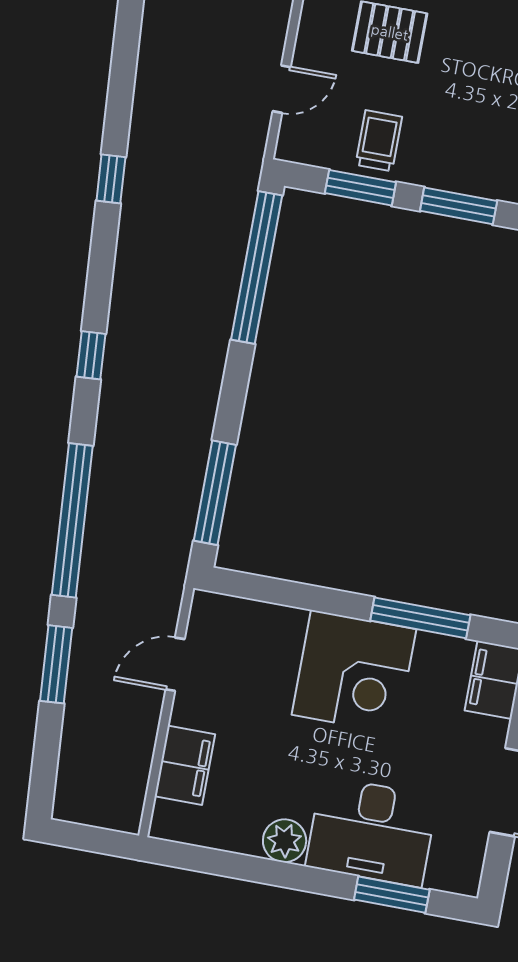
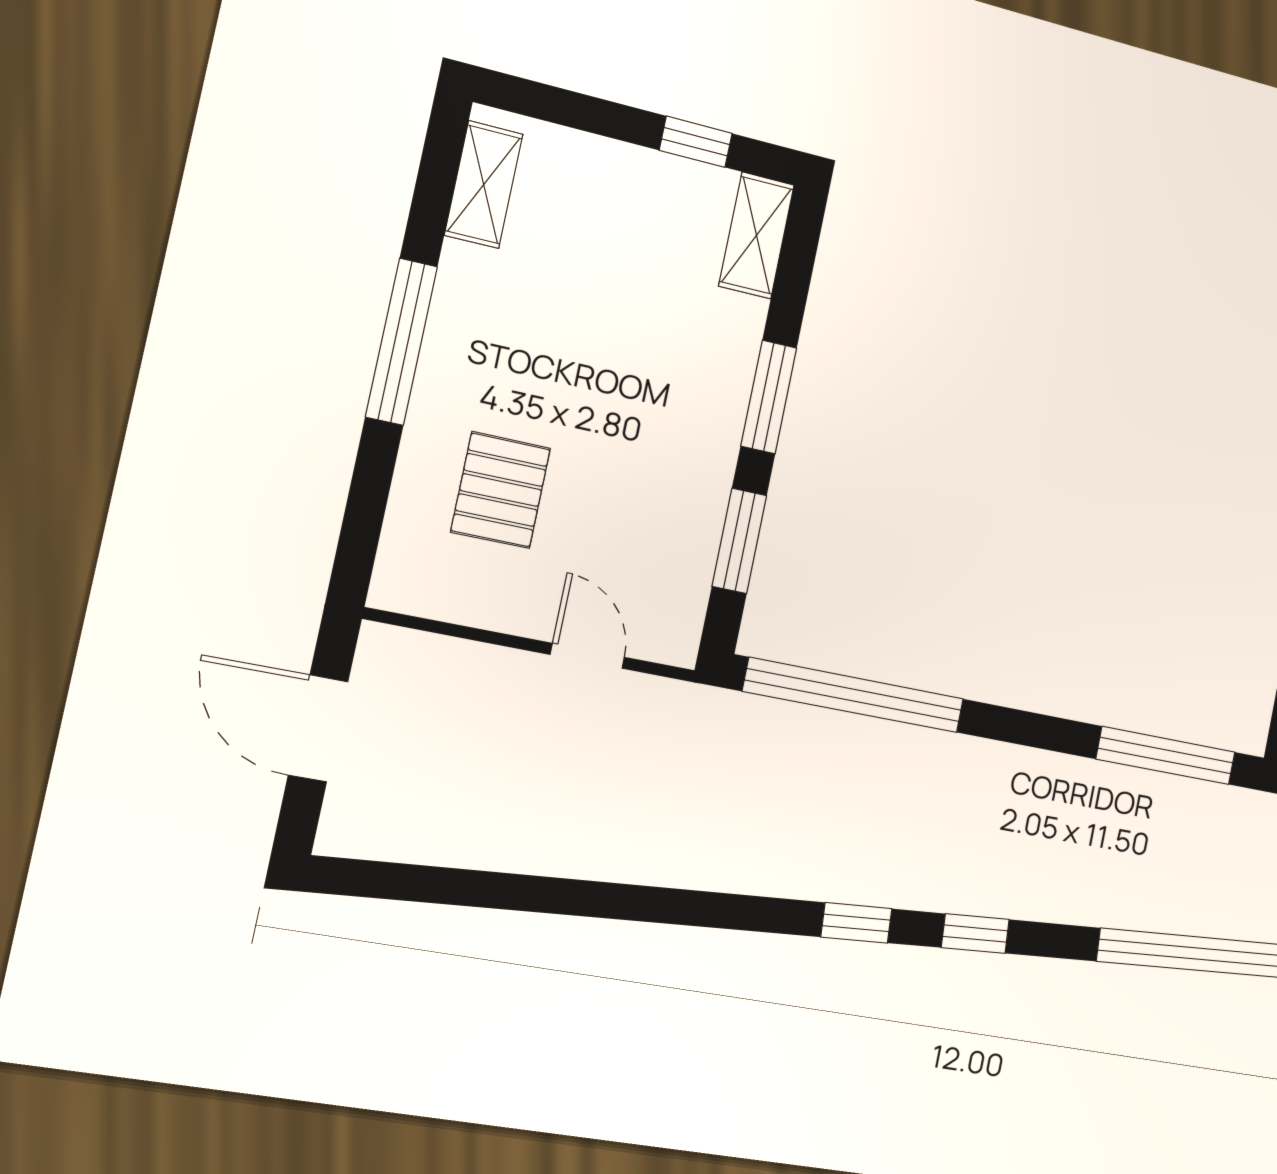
trolley: (379, 141) -> (669, 512), removed
window: (111, 179) -> (856, 923), moved

